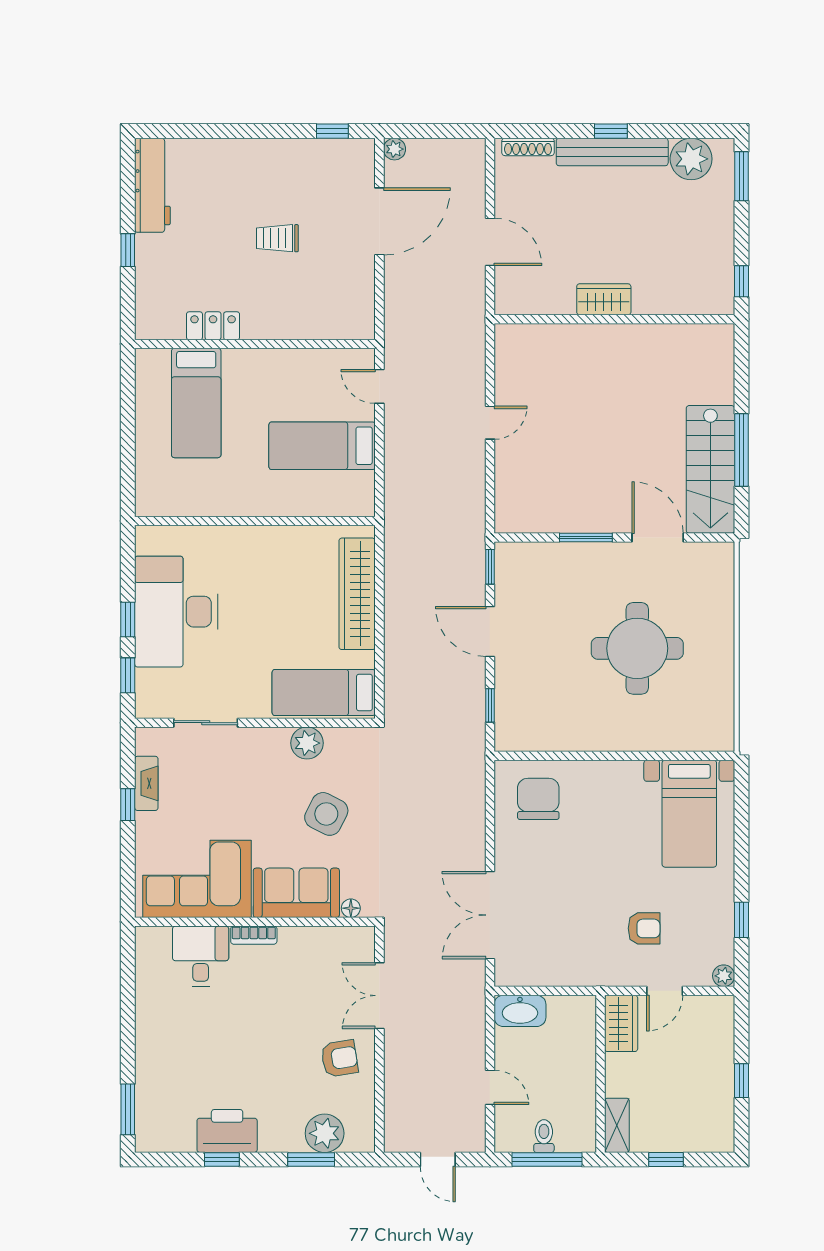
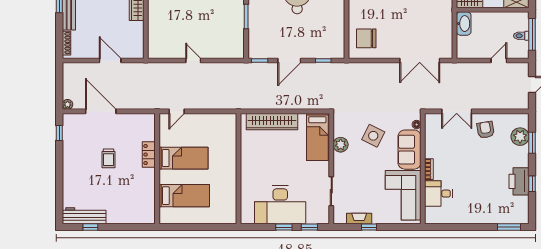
door: (490, 242) -> (110, 61), hinge flipped
window: (128, 250) -> (90, 227), moved
locker: (213, 326) -> (149, 155), moved
bed: (322, 446) -> (183, 158), moved, turned -90
washbasin: (520, 1011) -> (464, 24), moved

